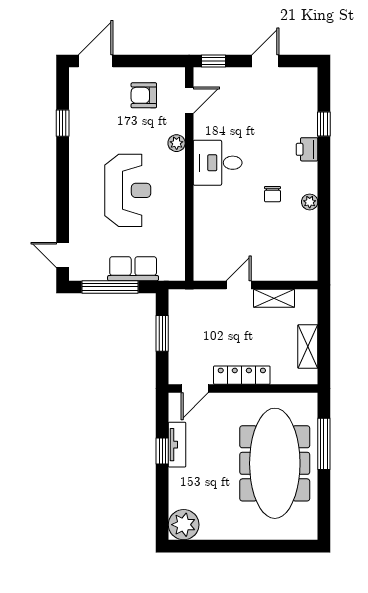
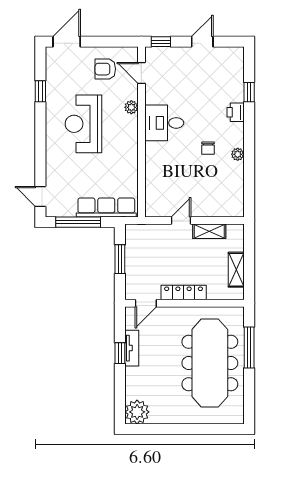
door: (189, 100) -> (141, 73), swing flipped
reception desk: (128, 190) -> (83, 124), moved, turned 180
row of seats: (133, 269) -> (106, 208), width x1.48

